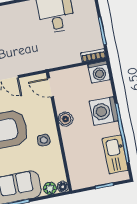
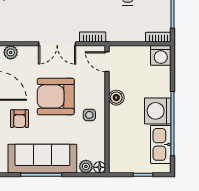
bookcase: (32, 67) -> (93, 37), added
washing machine: (104, 111) -> (158, 111), moved

